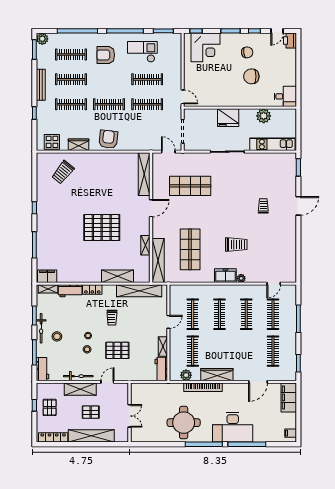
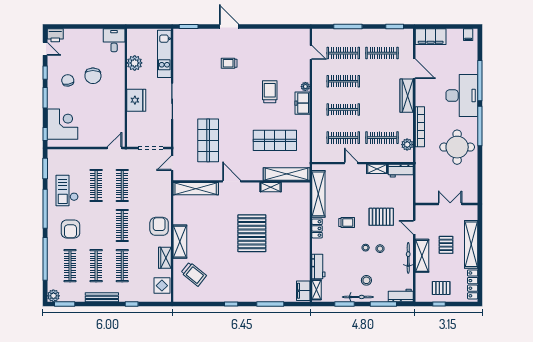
armchair: (108, 139) -> (159, 226), turned 84
shelving: (117, 276) -> (180, 242), moved
locker: (92, 289) -> (317, 228), moved
pallet: (117, 350) -> (381, 217), turned 90
wardrobe: (217, 375) -> (407, 96), moved

